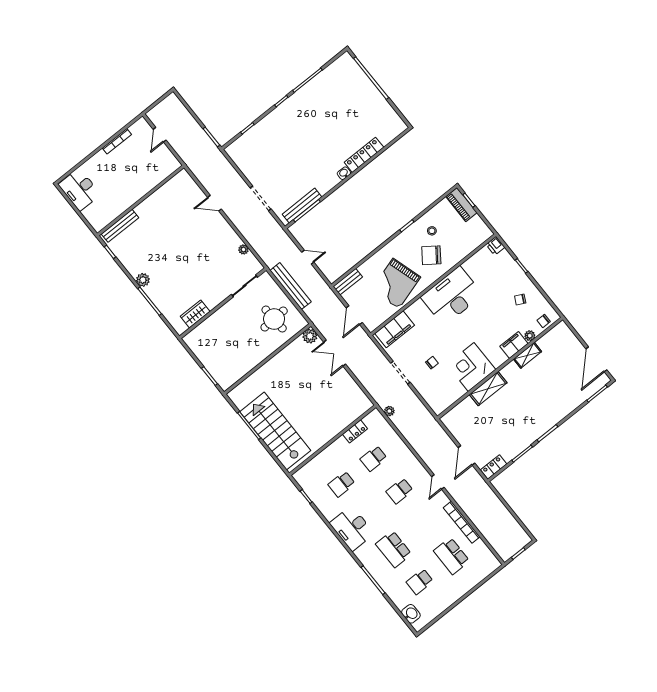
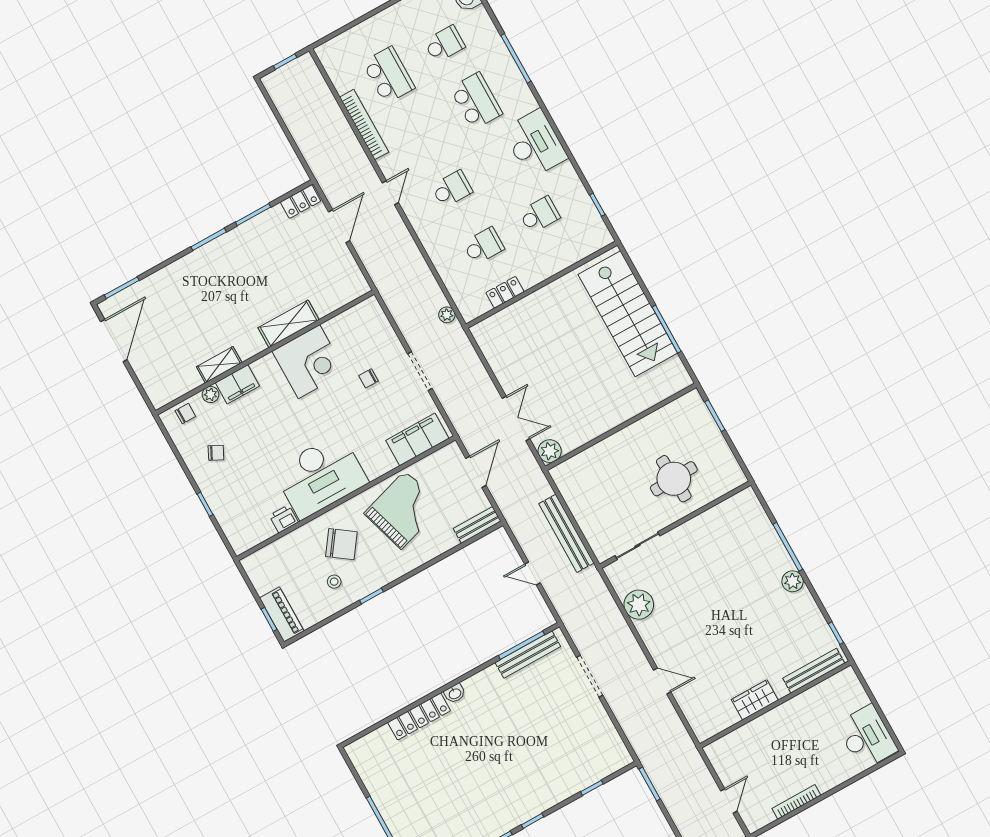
printer: (495, 246) -> (284, 519), moved, turned -90
plant: (244, 250) -> (639, 605), width x1.88, depth x1.88
wardrobe: (195, 314) -> (755, 700), moved, turned 180
round table: (274, 319) -> (674, 479), moved

